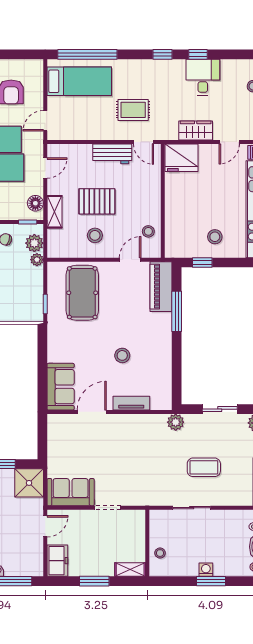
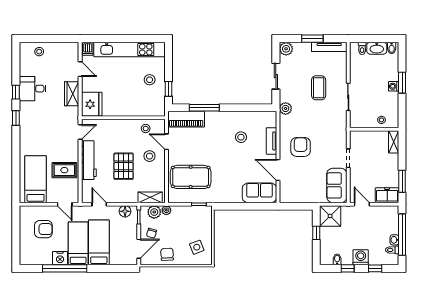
window: (87, 54) -> (16, 173), removed
rug: (133, 110) -> (64, 170), moved, turned 90
workbench: (112, 154) -> (89, 160), width x1.38
shelving: (54, 212) -> (150, 197), moved
stool: (95, 235) -> (150, 156), moved
stool: (122, 355) -> (241, 137), moved
armchair: (123, 443) -> (301, 147), added
window: (94, 581) -> (402, 181), moved

